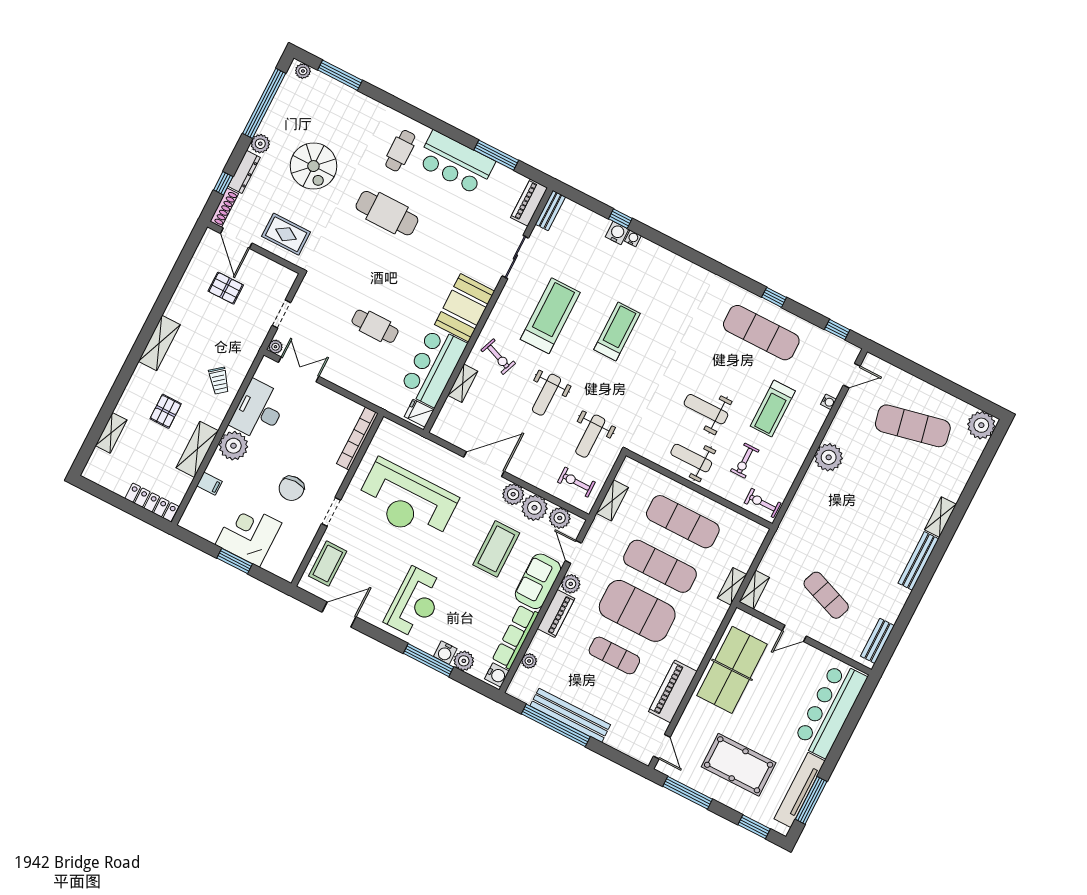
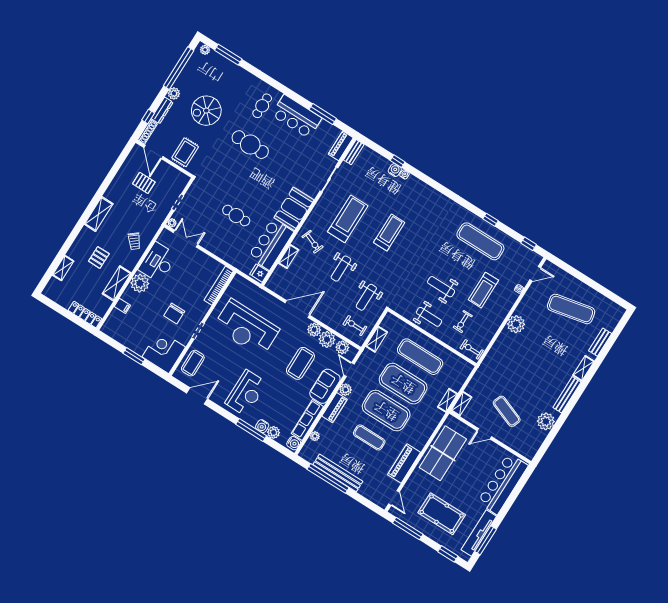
spiral stairs: (313, 166) -> (206, 111), turned 90
rug: (286, 234) -> (185, 152), turned 90
plant: (981, 425) -> (546, 421), moved
weight bench: (691, 458) -> (429, 317), turned 180
corner desk: (248, 534) -> (164, 352), moved
exercise mat: (660, 566) -> (403, 384), width x1.47
bench: (877, 641) -> (600, 342), moved

